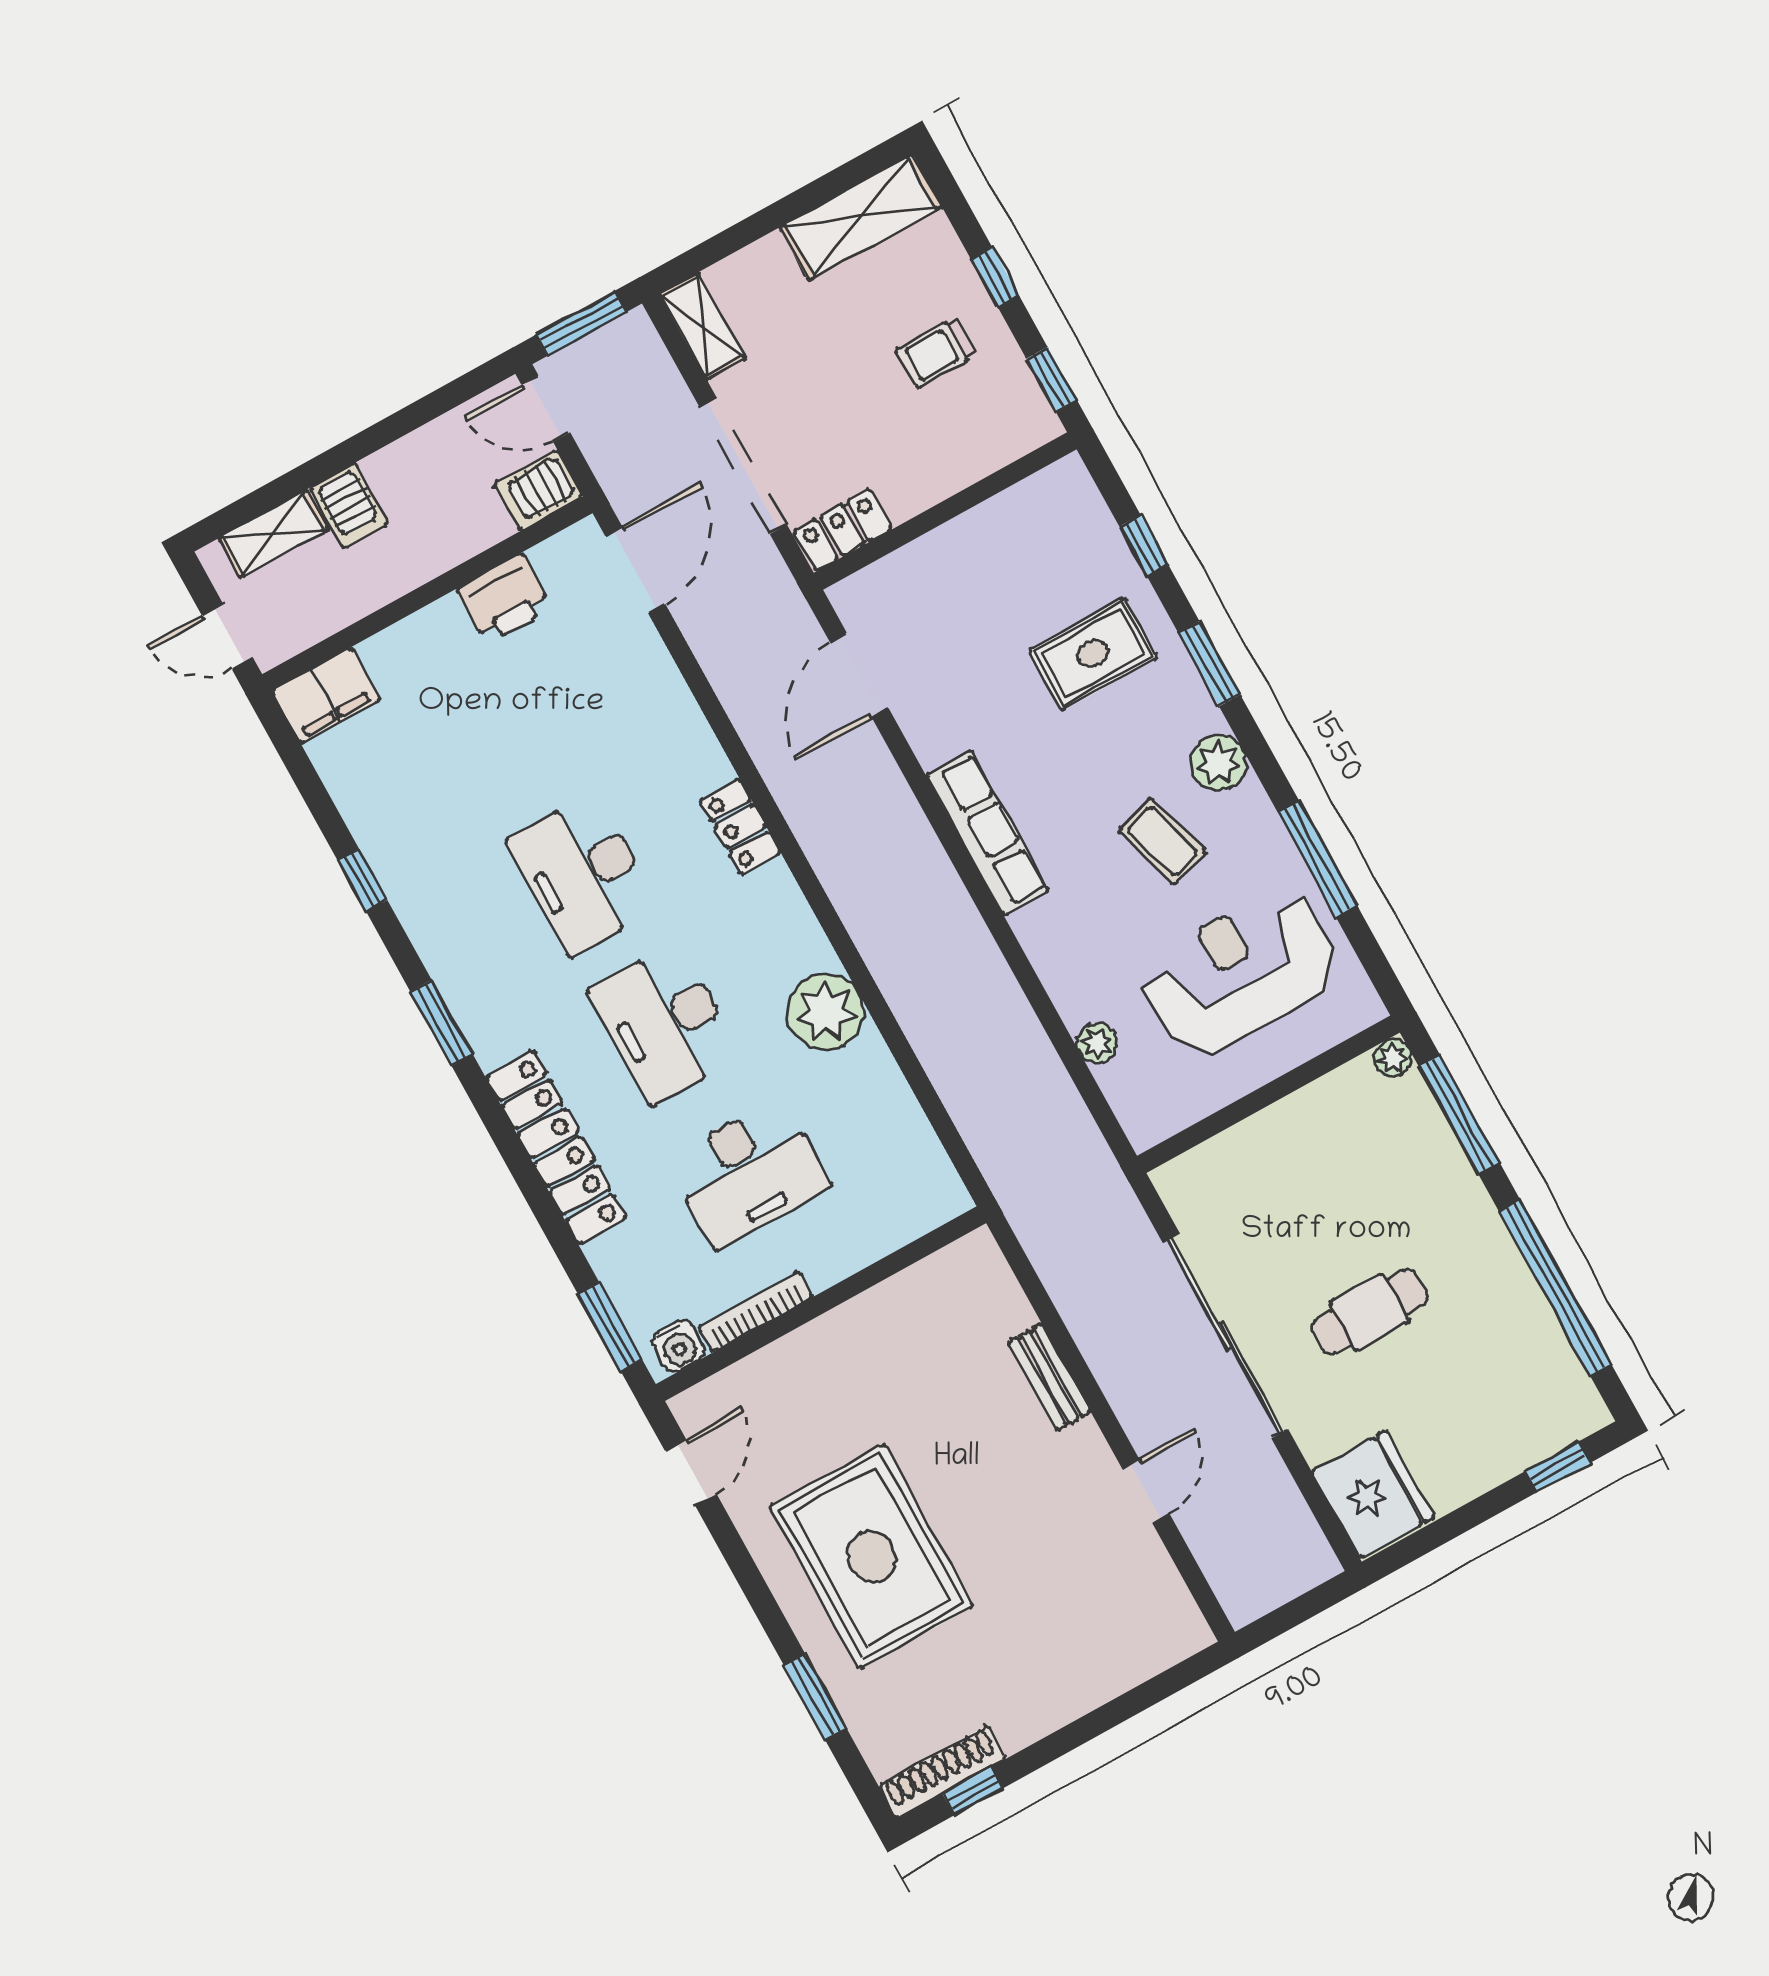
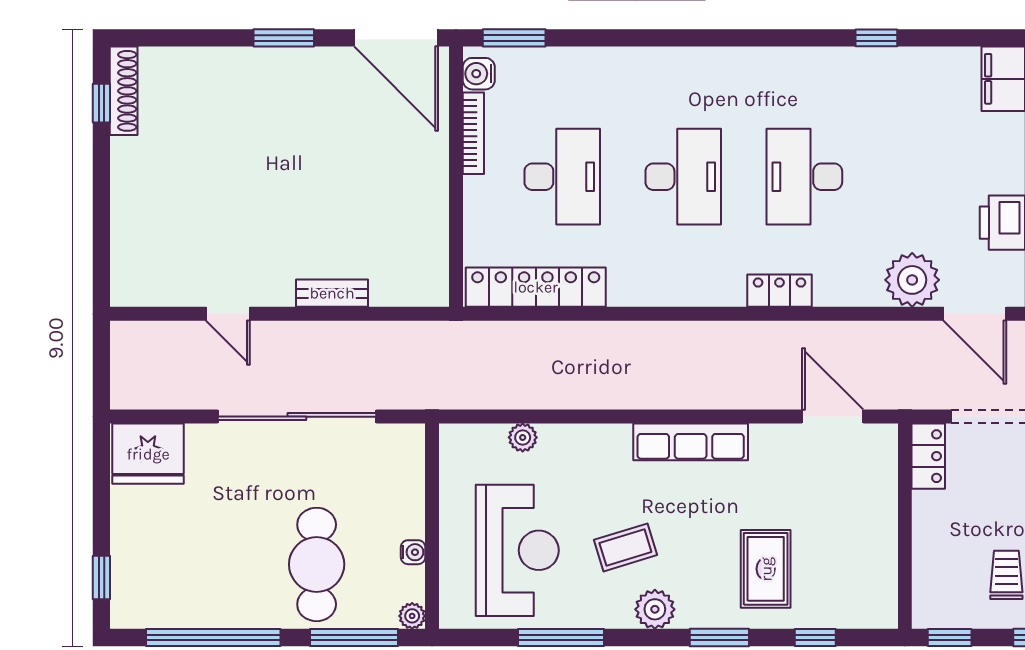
desk: (583, 874) -> (804, 177), turned -90
plant: (826, 1012) -> (912, 280), moved
window: (442, 1023) -> (761, 38), removed
desk: (666, 1023) -> (683, 177), turned 90
water cooler: (1313, 1100) -> (413, 552), added
locker: (556, 1147) -> (536, 287), moved, turned 180
desk: (748, 1173) -> (562, 177), turned 180
cafe table: (1370, 1312) -> (317, 564), moved, width x1.37, depth x1.35
door: (691, 1472) -> (396, 38), width x1.87
rug: (871, 1556) -> (282, 121), removed
window: (815, 1697) -> (284, 38), moved

